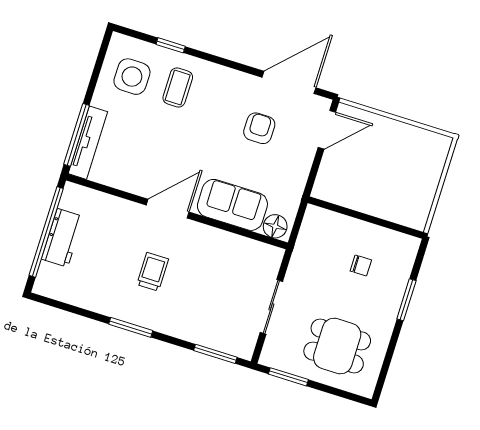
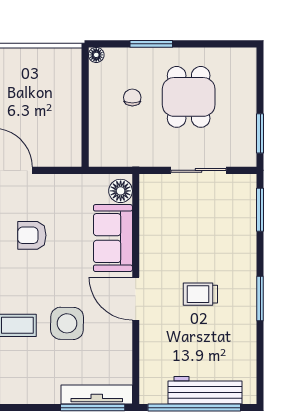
side table: (132, 77) -> (67, 323), moved
workbench: (62, 238) -> (205, 390), width x1.38
floor lamp: (412, 244) -> (96, 55), added
dining table: (337, 346) -> (189, 97), moved

